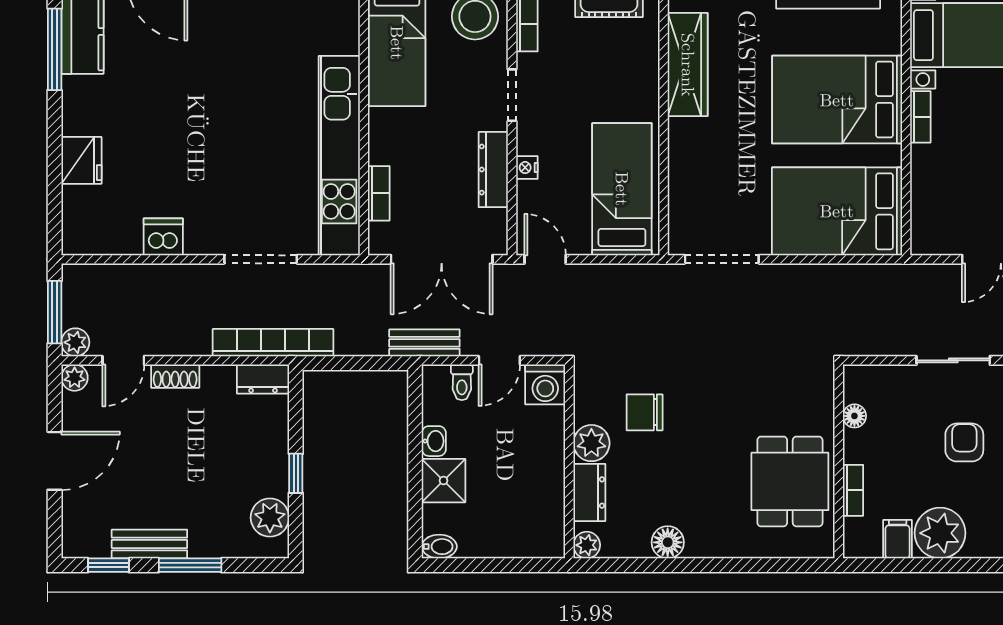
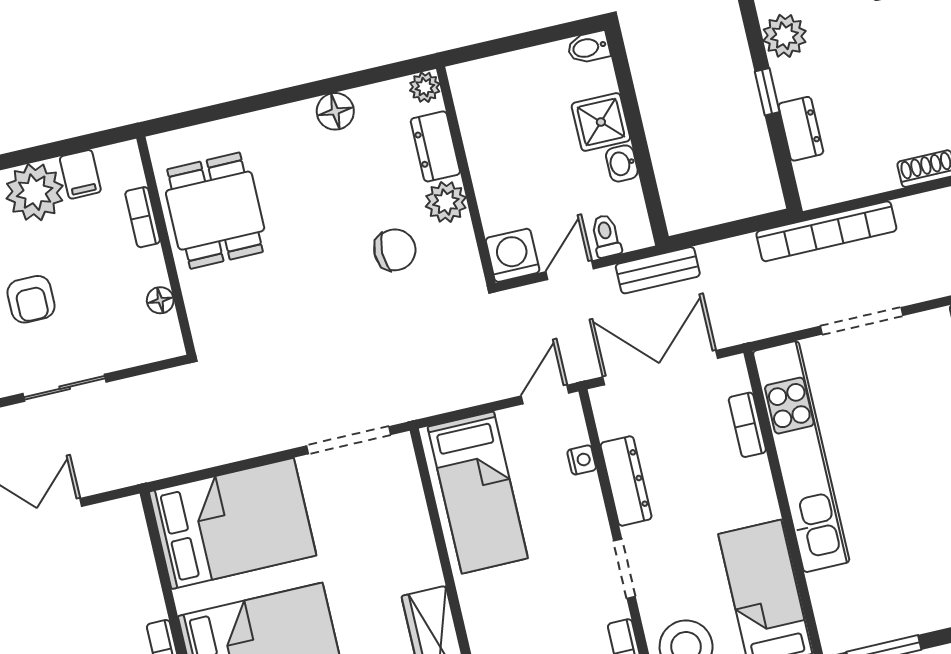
nightstand: (527, 168) -> (582, 460), moved
door: (545, 259) -> (545, 394), swing flipped
dresser: (263, 379) -> (801, 129), moved, turned 90

